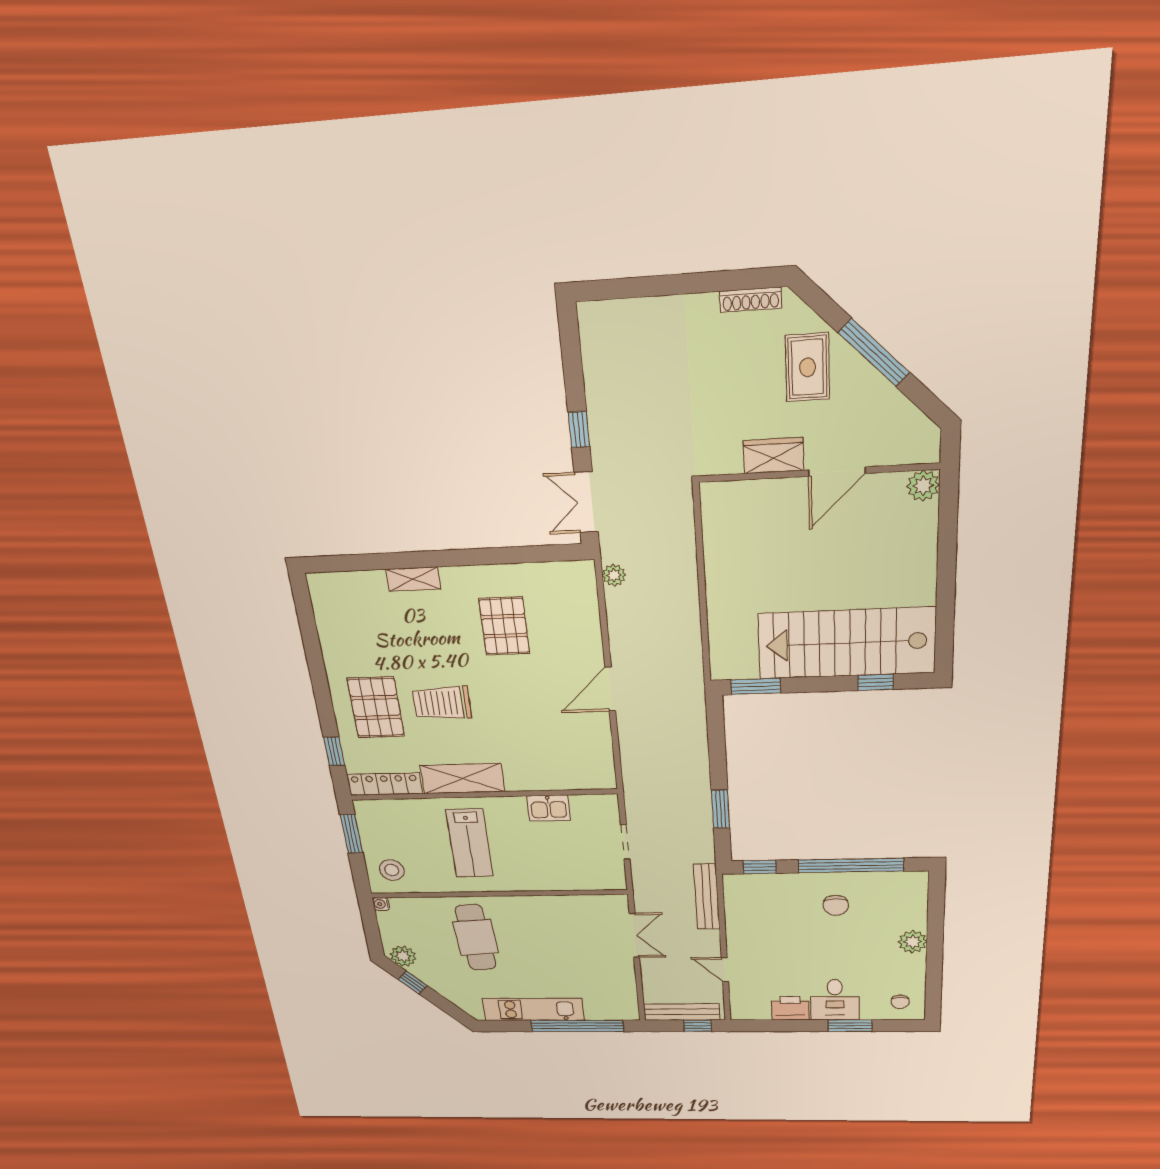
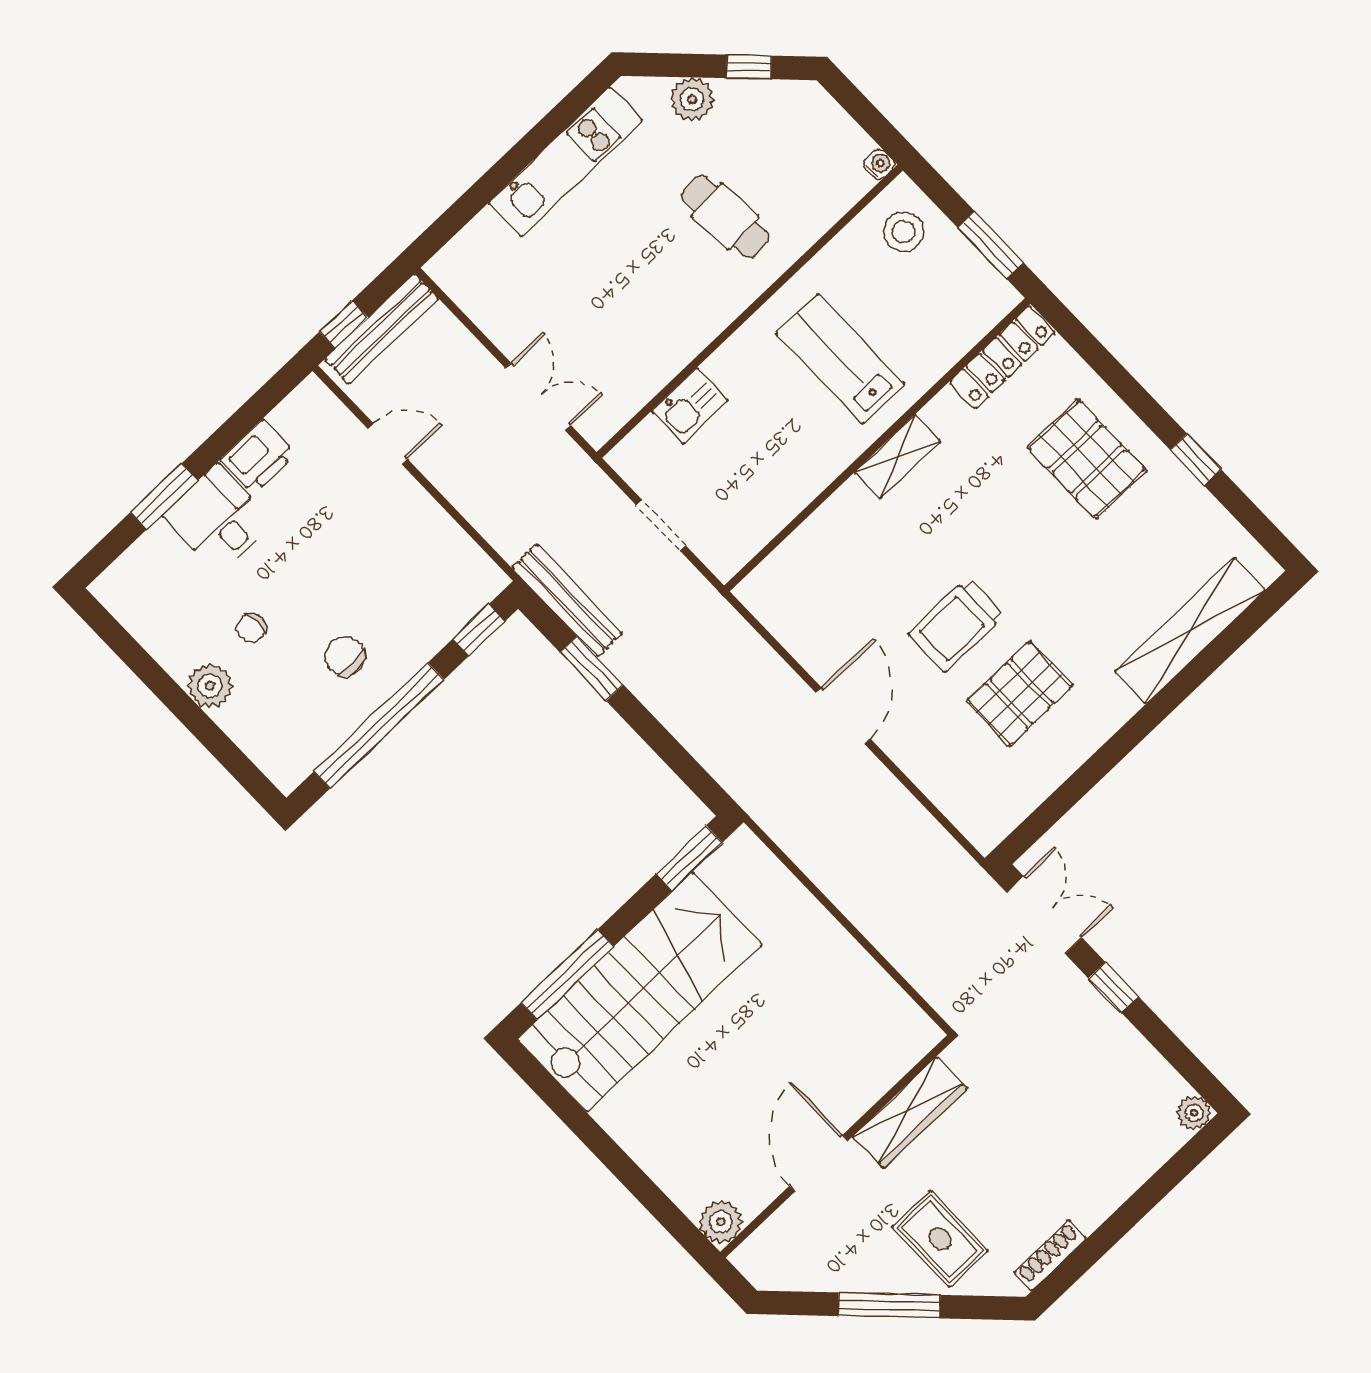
wardrobe: (773, 456) -> (910, 1112), width x1.50
plant: (614, 575) -> (1194, 1113), moved
shelving: (413, 579) -> (1190, 631), width x2.20, depth x1.33
pallet: (504, 626) -> (1020, 694), turned 90
window: (876, 682) -> (567, 974), width x2.17
trolley: (442, 703) -> (956, 625), moved, turned 180
window: (334, 751) -> (1196, 460), moved
shelving: (462, 779) -> (898, 457), width x0.67, depth x0.75
kitchen sink: (549, 808) -> (690, 406), moved, turned 180
bench: (707, 897) -> (567, 601), moved
double door: (634, 935) -> (538, 397), swing flipped
cafe table: (476, 937) -> (725, 216), width x0.73, depth x0.74
plant: (403, 956) -> (692, 99), moved
chair: (900, 1002) -> (251, 628), moved, turned -90
window: (577, 1026) -> (490, 185), removed

